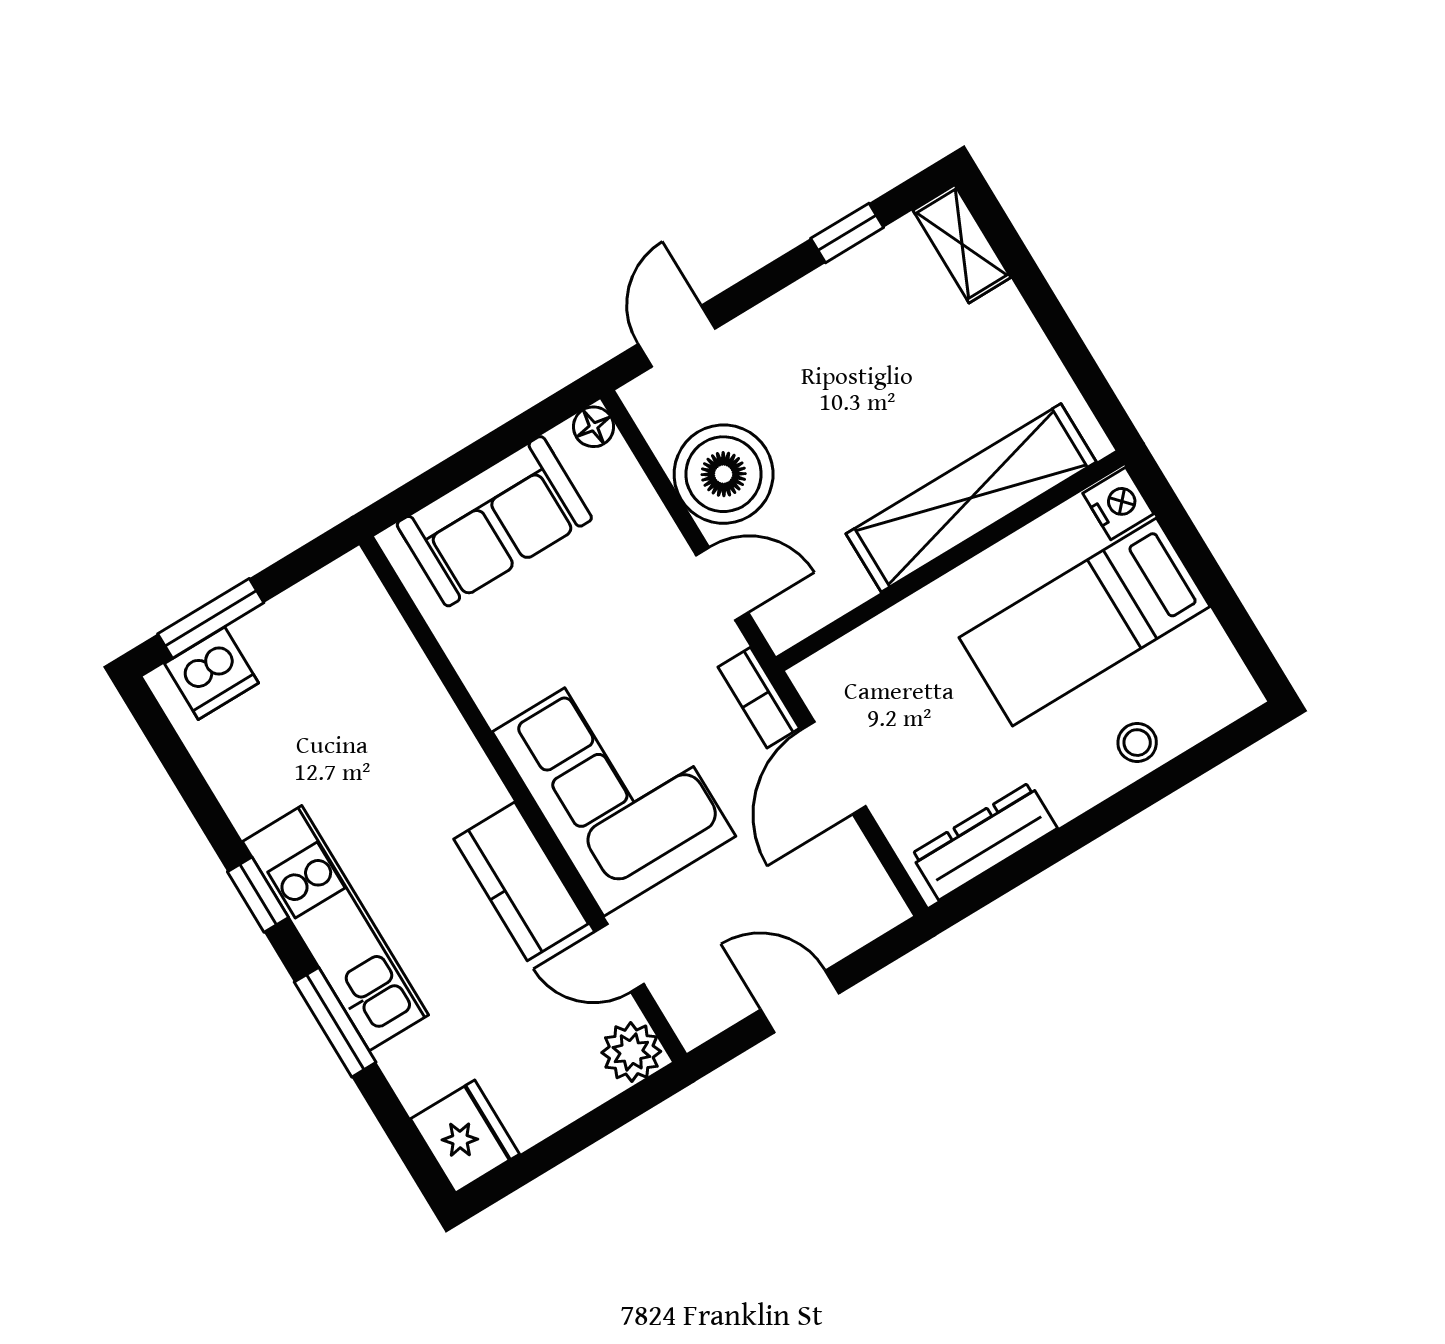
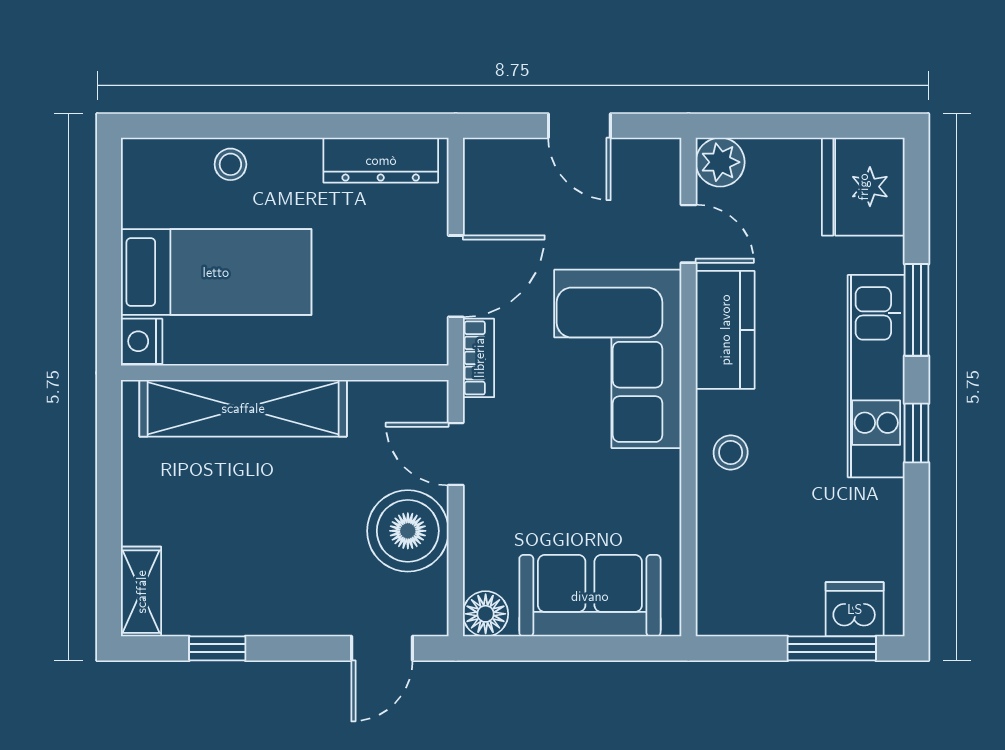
floor lamp: (594, 427) -> (486, 614), width x1.37, depth x1.37
stool: (438, 758) -> (731, 452), added
fridge: (465, 1136) -> (863, 187), width x1.36, depth x1.34

